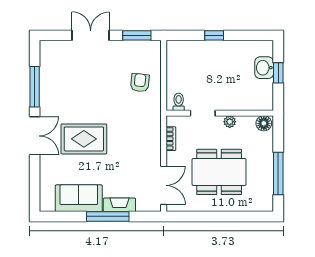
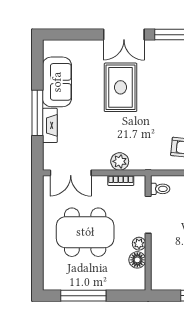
doorway: (203, 113) -> (148, 215), width x1.38
floor lamp: (264, 123) -> (137, 260), moved
plant: (153, 140) -> (120, 161), added
dining table: (219, 172) -> (85, 232), turned 90

